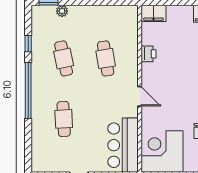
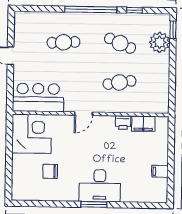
plant: (62, 11) -> (160, 42), width x1.87, depth x1.87
filing cabinet: (154, 13) -> (143, 124), moved, turned -90
cafe table: (64, 58) -> (120, 43), turned 36

